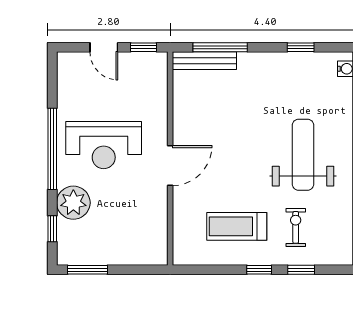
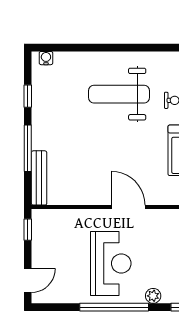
door: (104, 47) -> (28, 280), moved
window: (220, 47) -> (28, 148), moved
plant: (73, 203) -> (153, 296), width x0.53, depth x0.53

